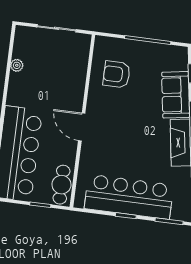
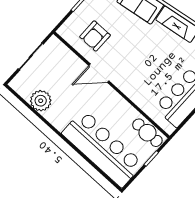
plant: (17, 65) -> (41, 101), width x1.87, depth x1.87
door: (82, 127) -> (99, 73), moved

